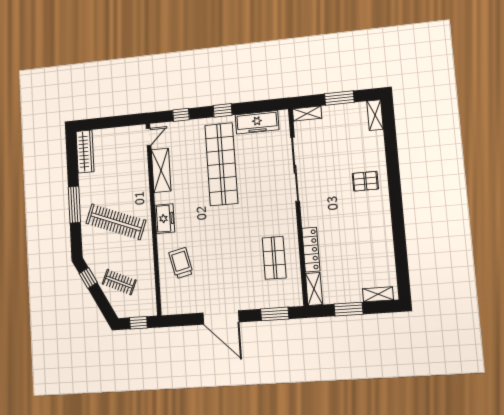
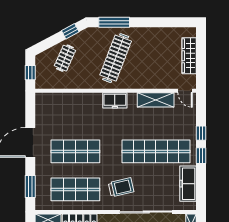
window: (181, 115) -> (201, 133), moved
wardrobe: (85, 152) -> (189, 56), moved, turned 90
window: (74, 205) -> (114, 22), moved
shop shelf: (274, 258) -> (75, 189), width x1.43, depth x1.36
shop shelf: (228, 261) -> (75, 151), added
trolley: (181, 263) -> (121, 187), moved

